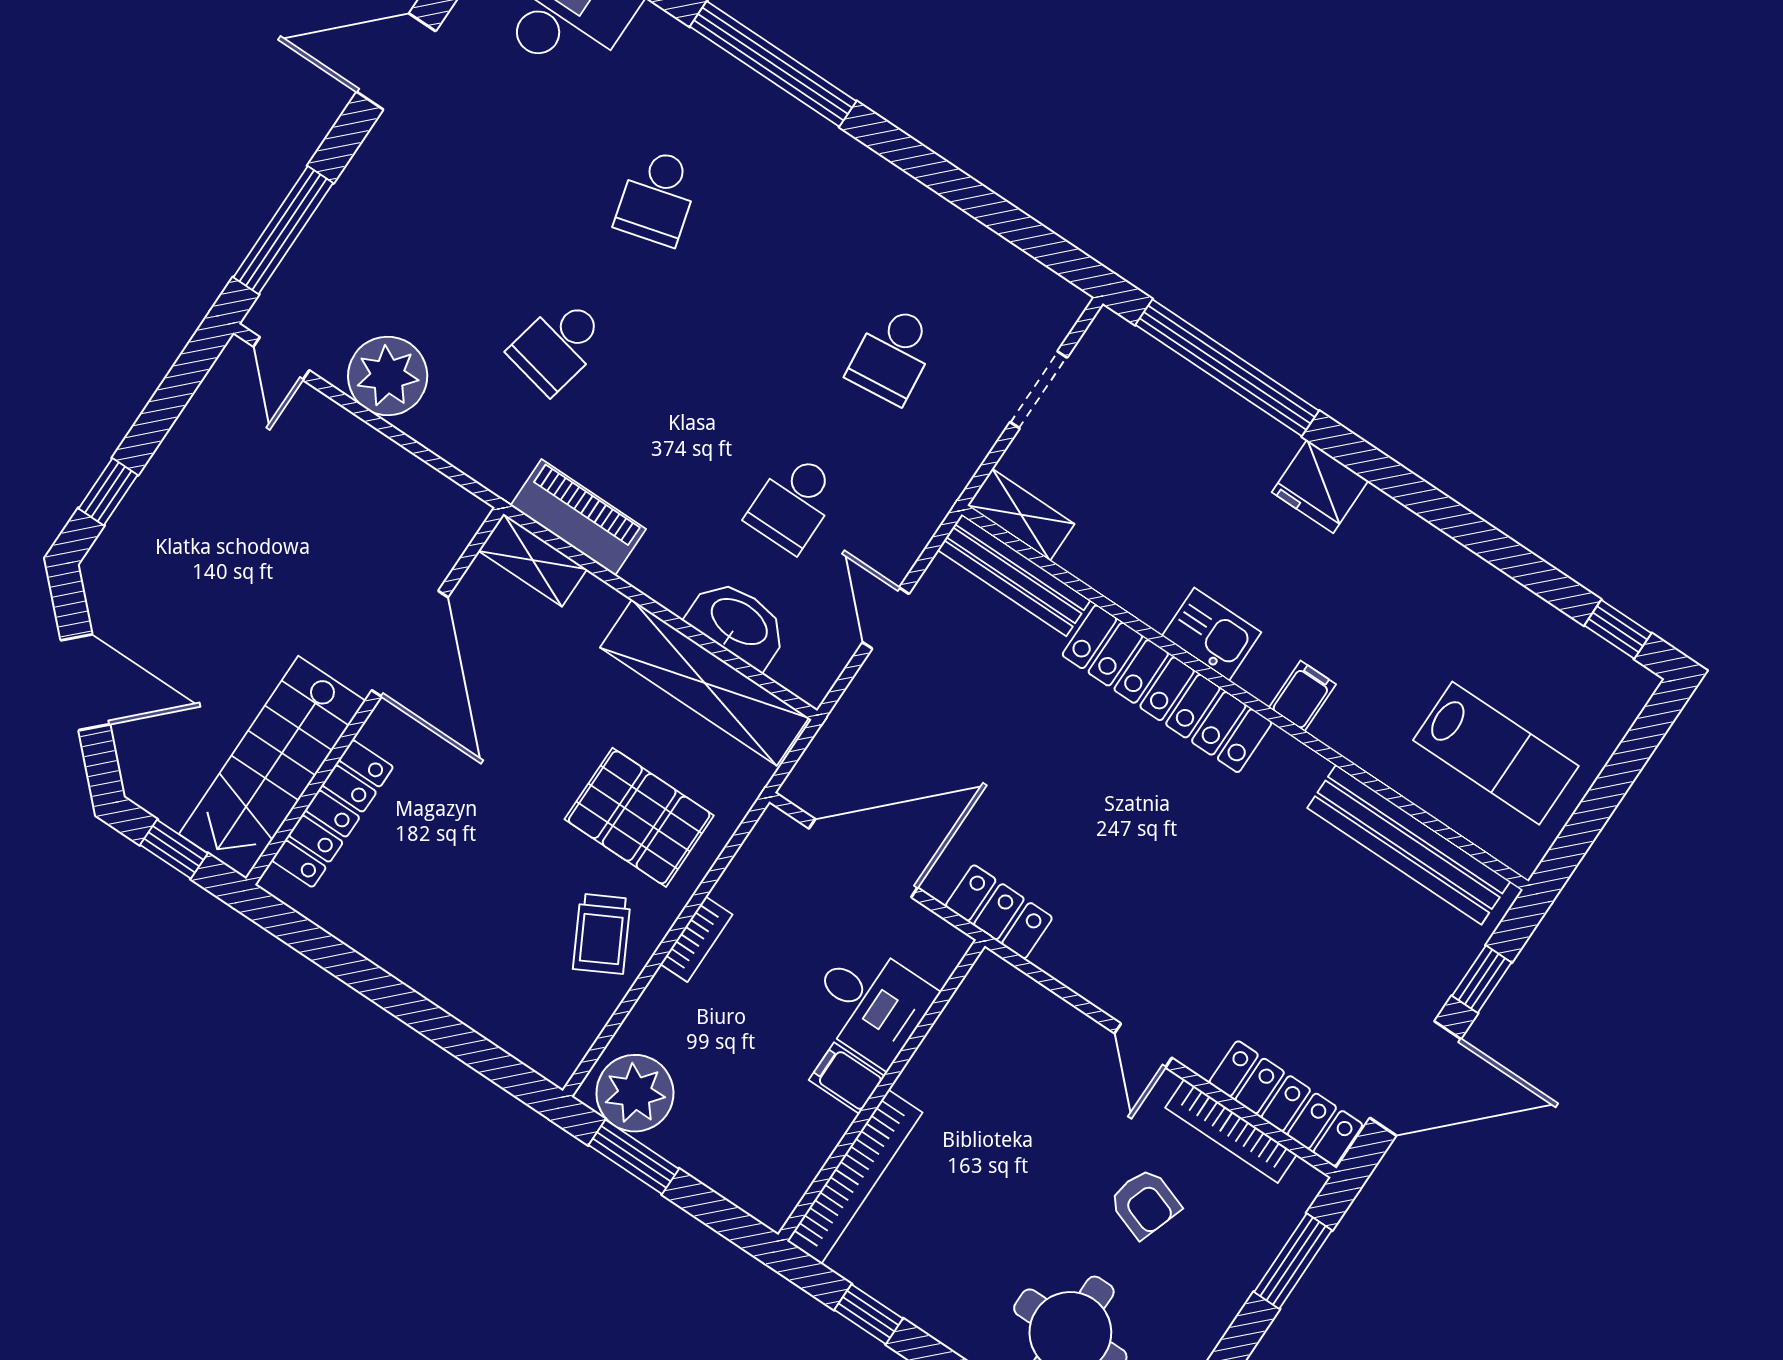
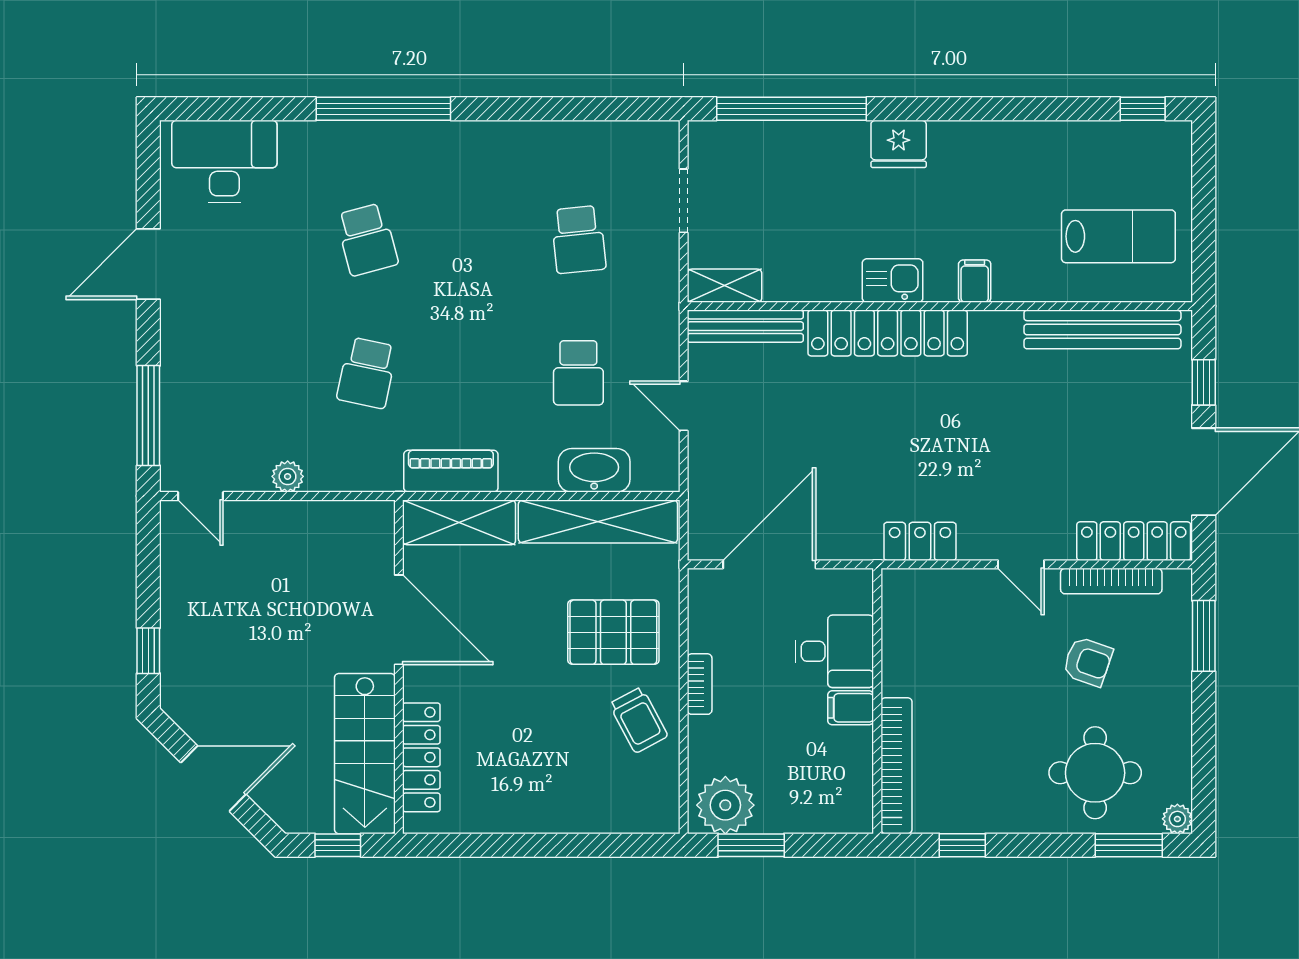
plant: (388, 376) -> (288, 476), width x0.53, depth x0.53
shelving: (533, 560) -> (459, 522), width x1.50, depth x1.33
locker: (999, 912) -> (920, 541), moved

